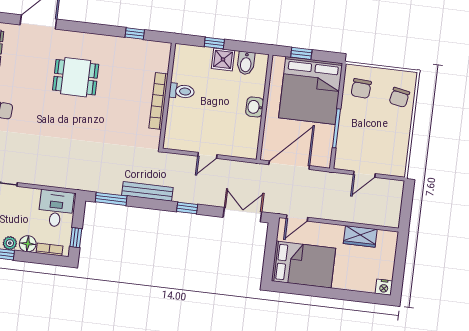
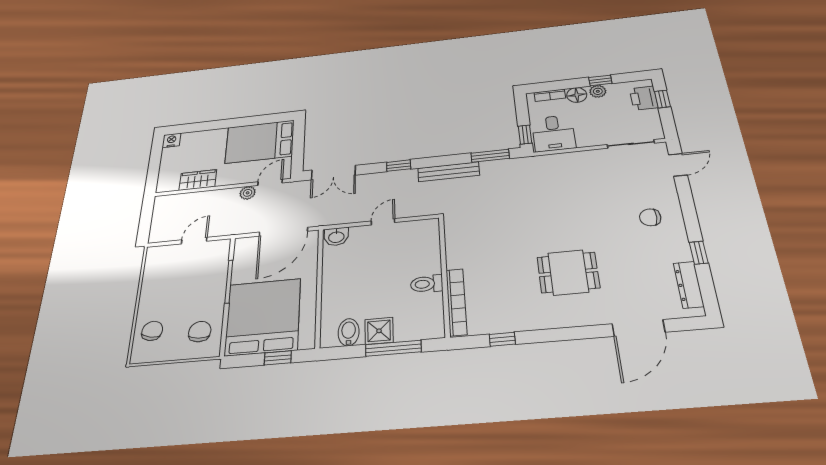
window: (214, 43) -> (393, 348), width x2.17
bookcase: (159, 101) -> (456, 302), moved
washbasin: (255, 107) -> (336, 237), moved, turned 90
plant: (317, 212) -> (248, 193), added
window: (76, 238) -> (525, 135), moved

